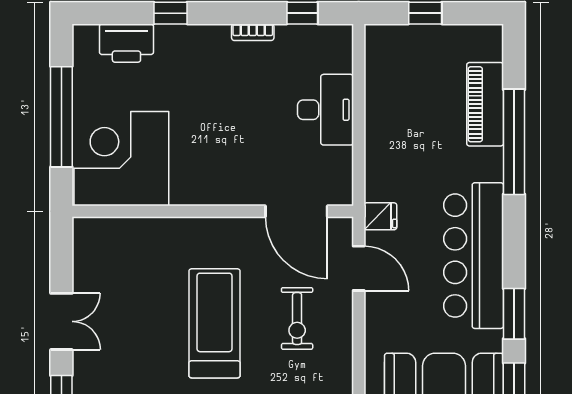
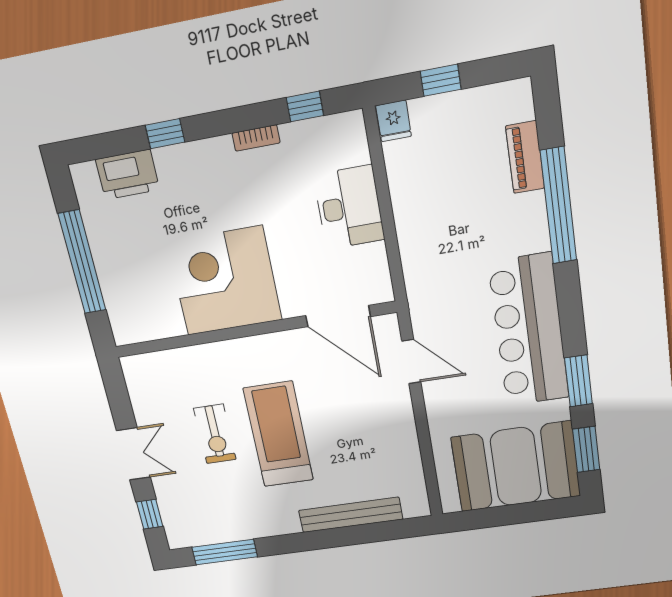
piano: (485, 104) -> (525, 157), width x0.73, depth x0.75
corner desk: (121, 159) -> (225, 281), moved
fridge: (380, 216) -> (394, 121), moved, turned 90
exercise bike: (297, 319) -> (215, 434), moved

